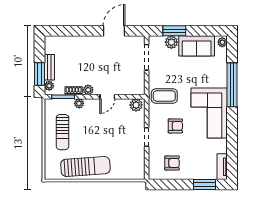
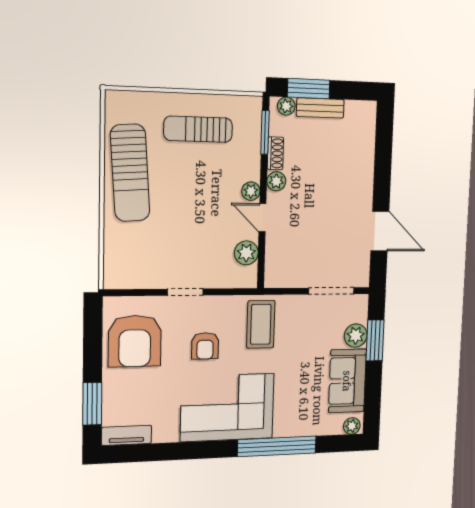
plant: (79, 103) -> (251, 191), moved
plant: (136, 105) -> (246, 253), moved
armchair: (172, 163) -> (135, 341), width x1.88, depth x1.88

